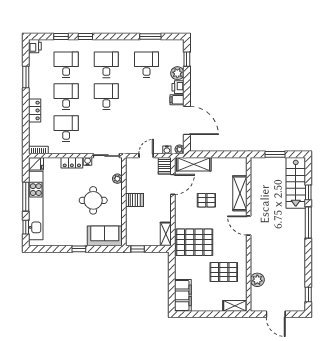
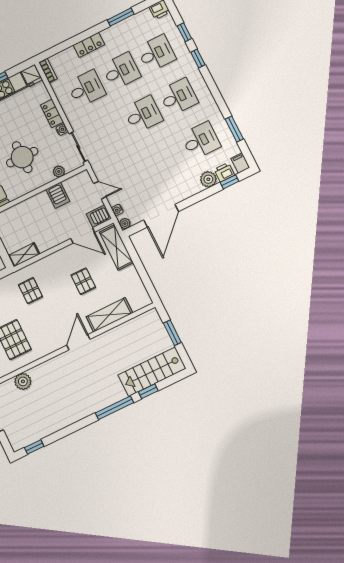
printer: (178, 87) -> (224, 172), moved
filing cabinet: (177, 100) -> (240, 163), moved
server rack: (134, 200) -> (58, 195), moved
pallet: (194, 242) -> (30, 291), width x0.49, depth x0.50

